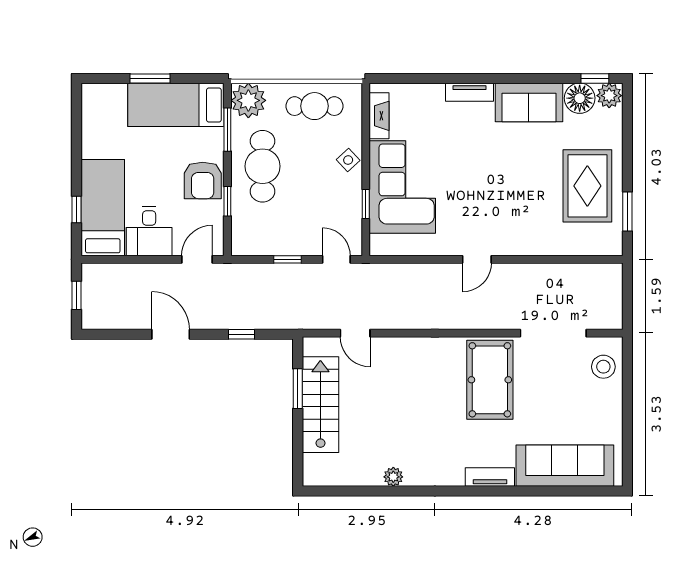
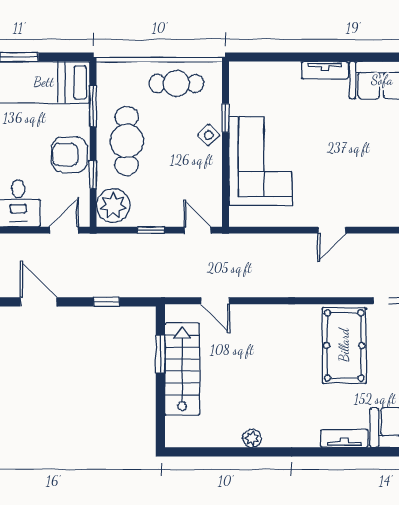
plant: (248, 100) -> (113, 206), moved
fireplace: (379, 116) -> (238, 93), removed
armchair: (203, 180) -> (69, 155), turned 90
window: (366, 204) -> (225, 118), moved

